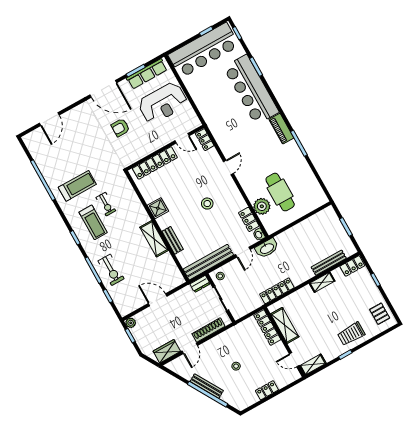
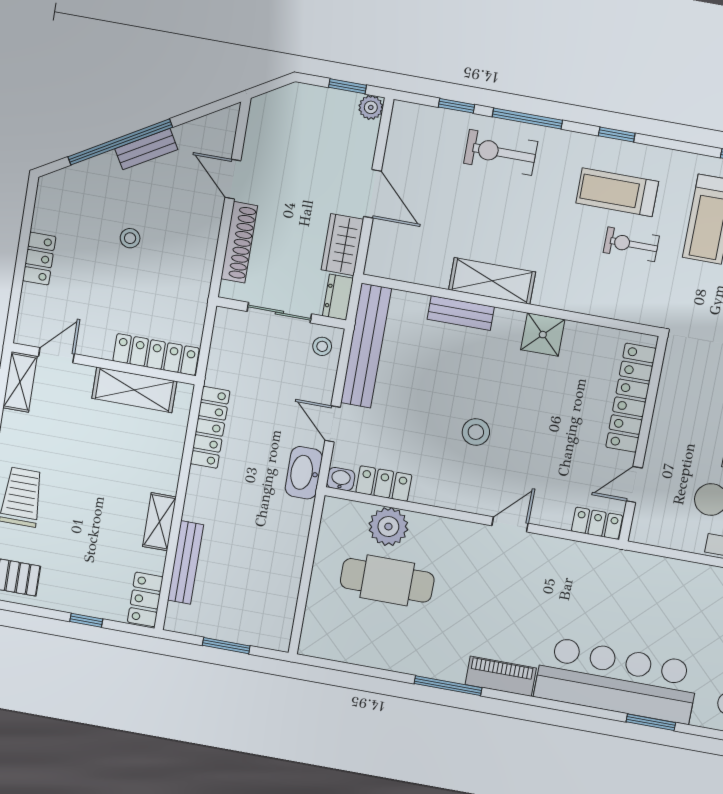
door: (228, 167) -> (510, 524), swing flipped
door: (158, 300) -> (373, 194), hinge flipped
wardrobe: (167, 351) -> (342, 245), moved, turned 180
bench: (207, 386) -> (146, 149), width x0.73

